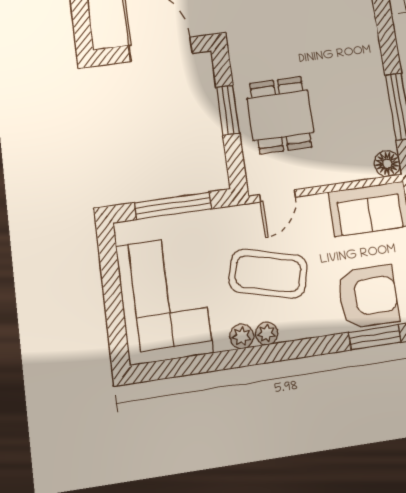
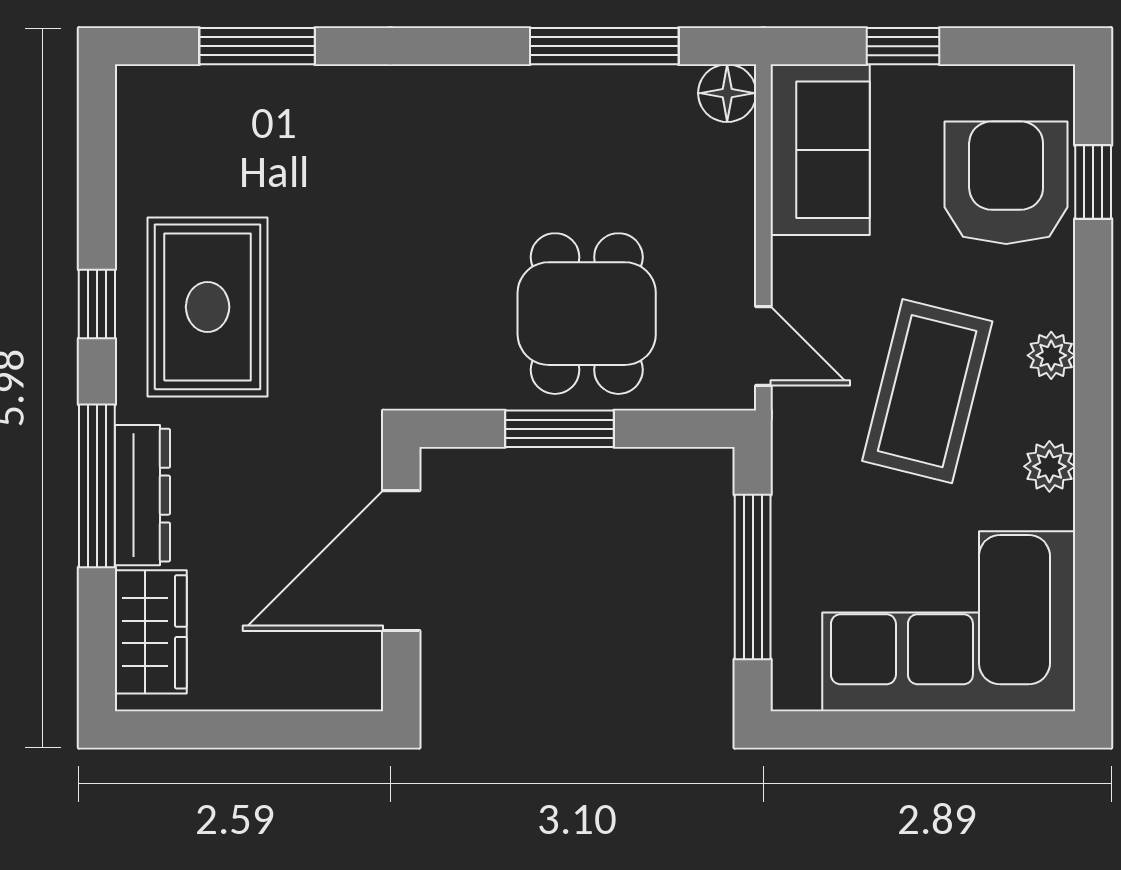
dining table: (280, 115) -> (587, 314), turned 90
plant: (267, 333) -> (1051, 355), moved
window: (375, 337) -> (1093, 182), width x0.67

